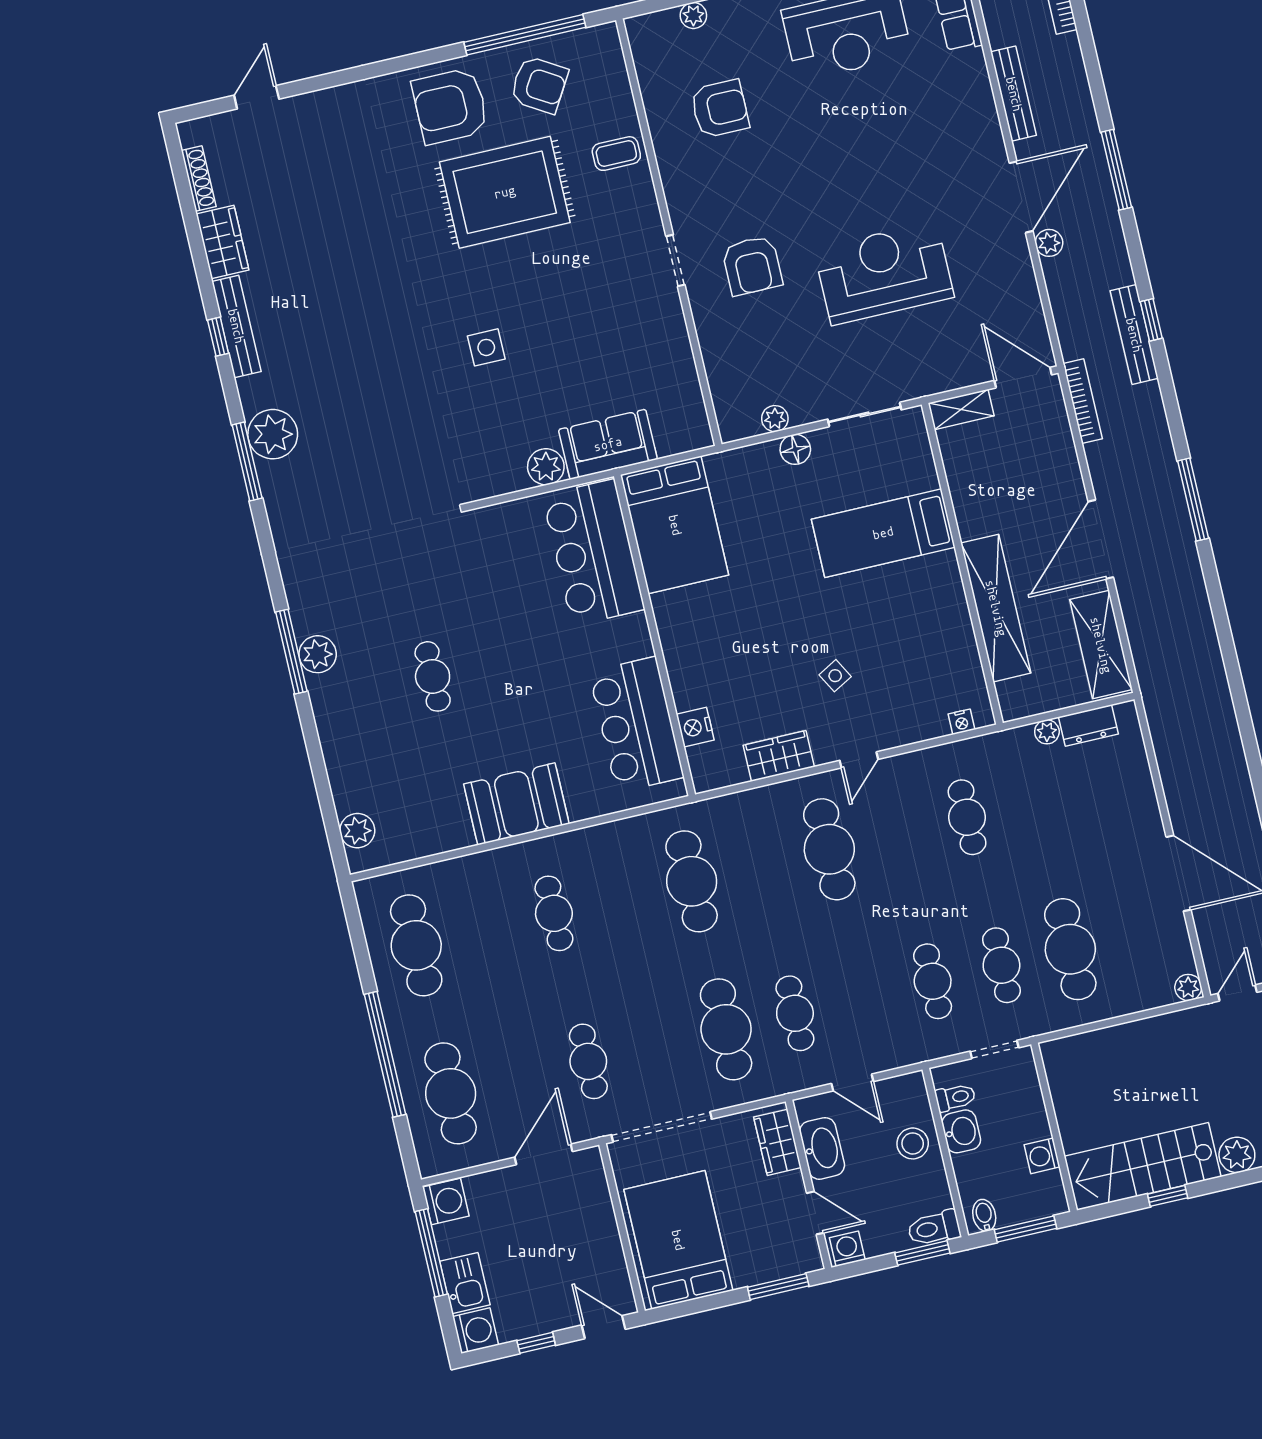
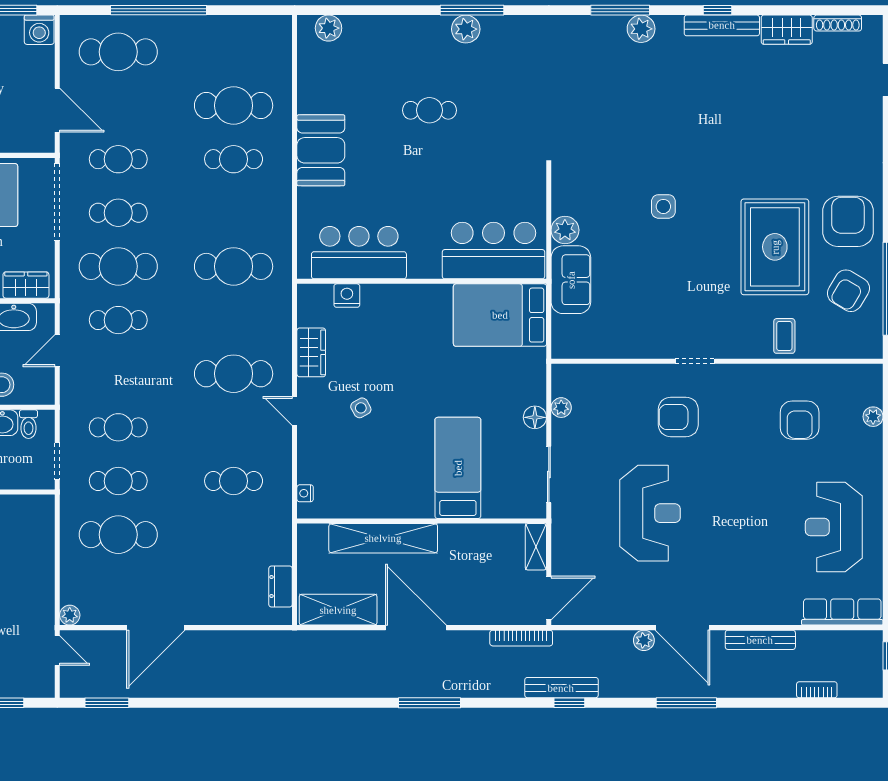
plant: (273, 434) -> (641, 29), width x0.73, depth x0.73
plant: (1047, 732) -> (283, 555), removed
cafe table: (416, 945) -> (234, 106), moved
cafe table: (657, 1045) -> (118, 213), added

